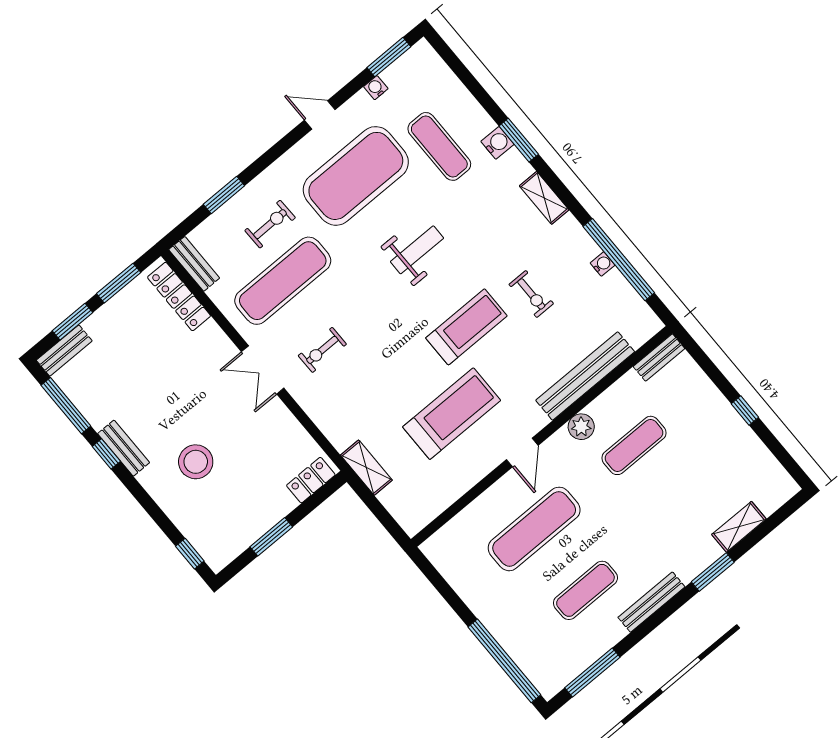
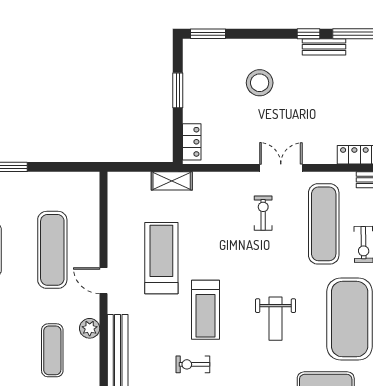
treadmill: (452, 414) -> (161, 258), turned 180
bench: (124, 448) -> (324, 47), moved
window: (190, 554) -> (208, 34), width x1.50

